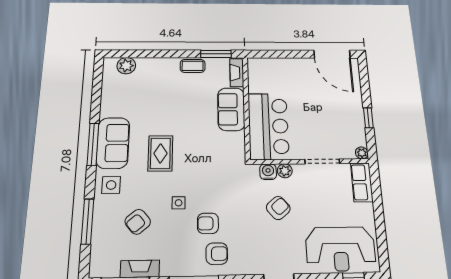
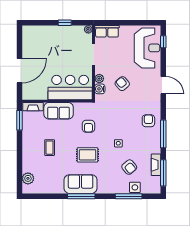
door: (332, 54) -> (19, 71), moved
coffee table: (193, 66) -> (50, 148), moved
side table: (111, 185) -> (135, 187), moved
armchair: (208, 223) -> (88, 126), moved

